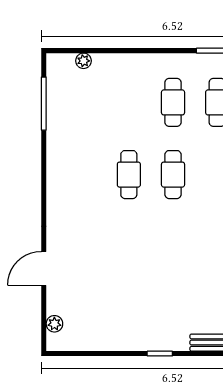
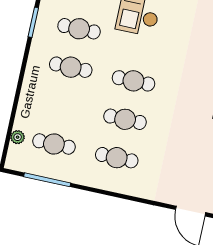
cafe table: (85, 102) -> (54, 144), added
cafe table: (85, 175) -> (117, 158), added

